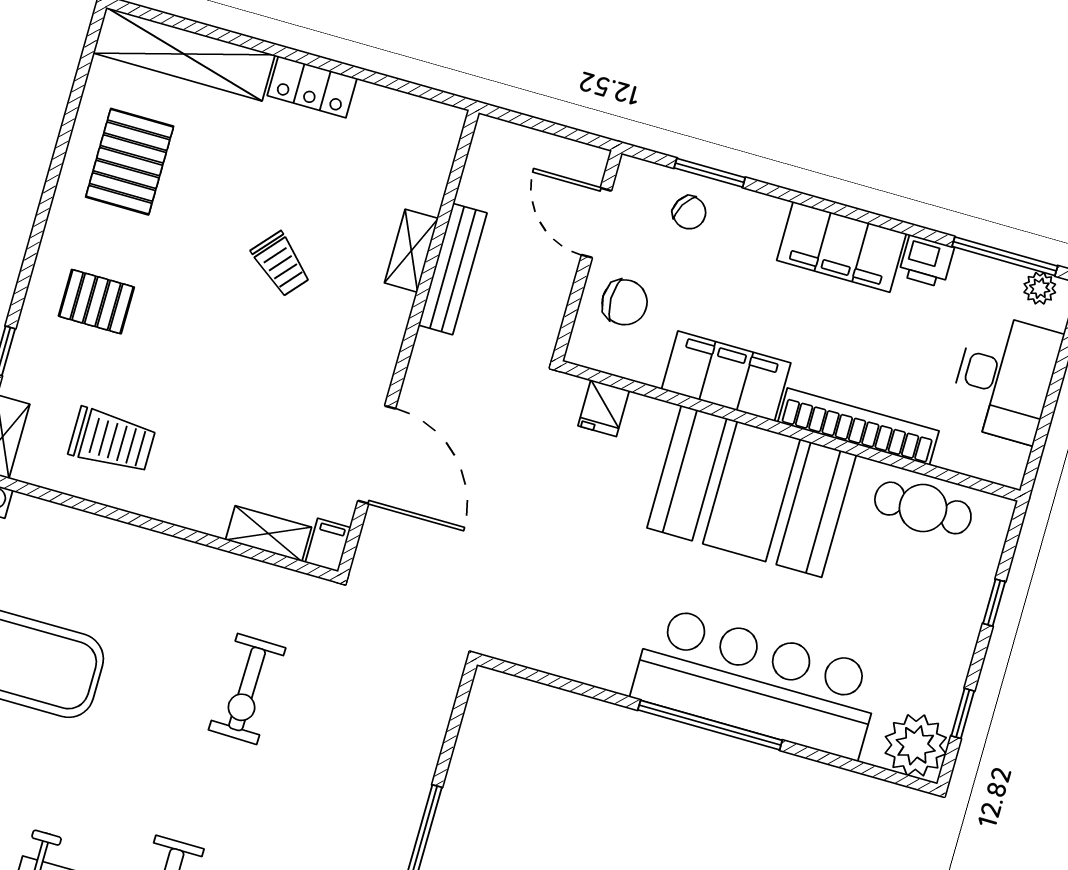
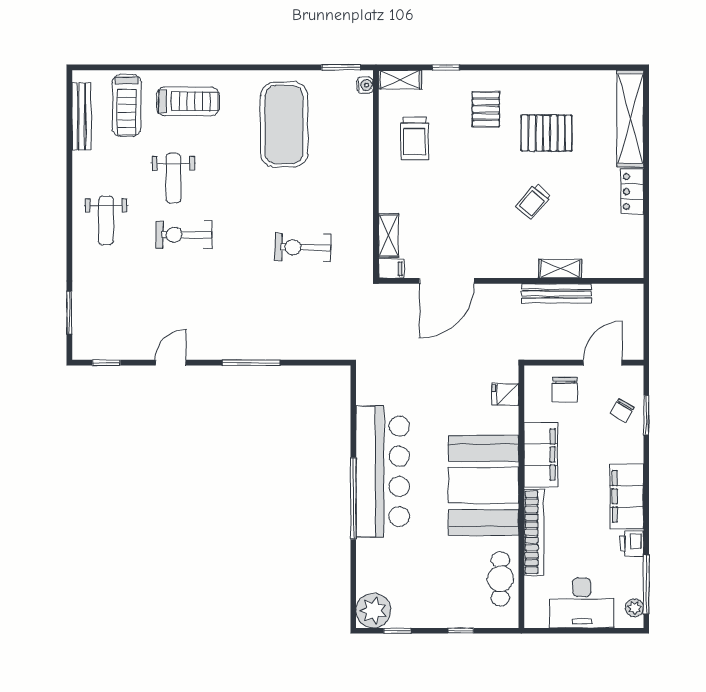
pallet: (130, 162) -> (547, 133), moved
bar counter: (757, 683) -> (383, 471), moved

